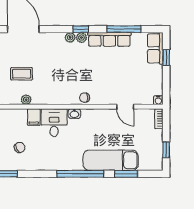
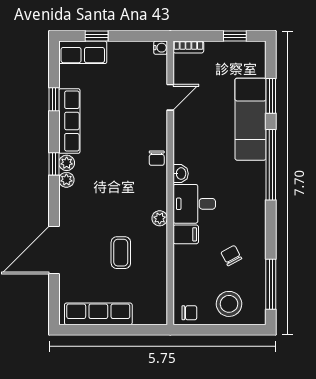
window: (124, 29) -> (54, 99), width x0.46
plant: (26, 100) -> (160, 218), moved

